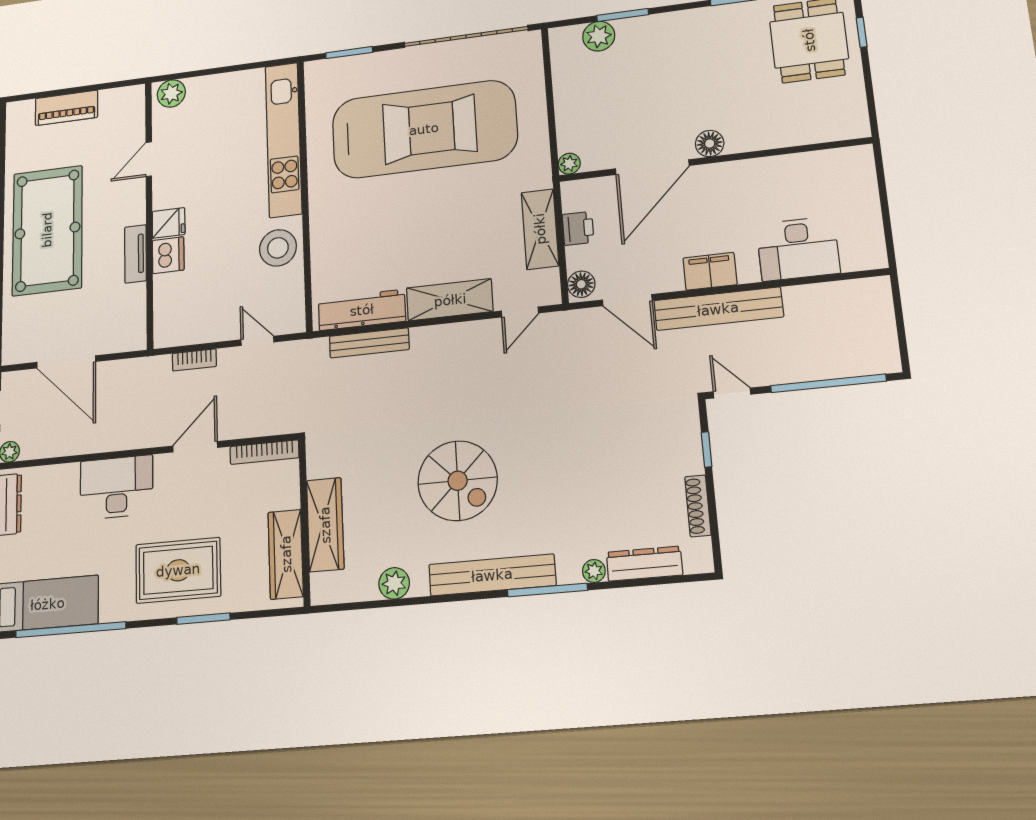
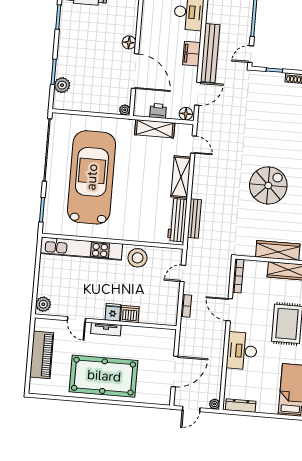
piano: (66, 108) -> (42, 355), width x1.37, depth x1.33
tv unit: (136, 254) -> (106, 329), moved

